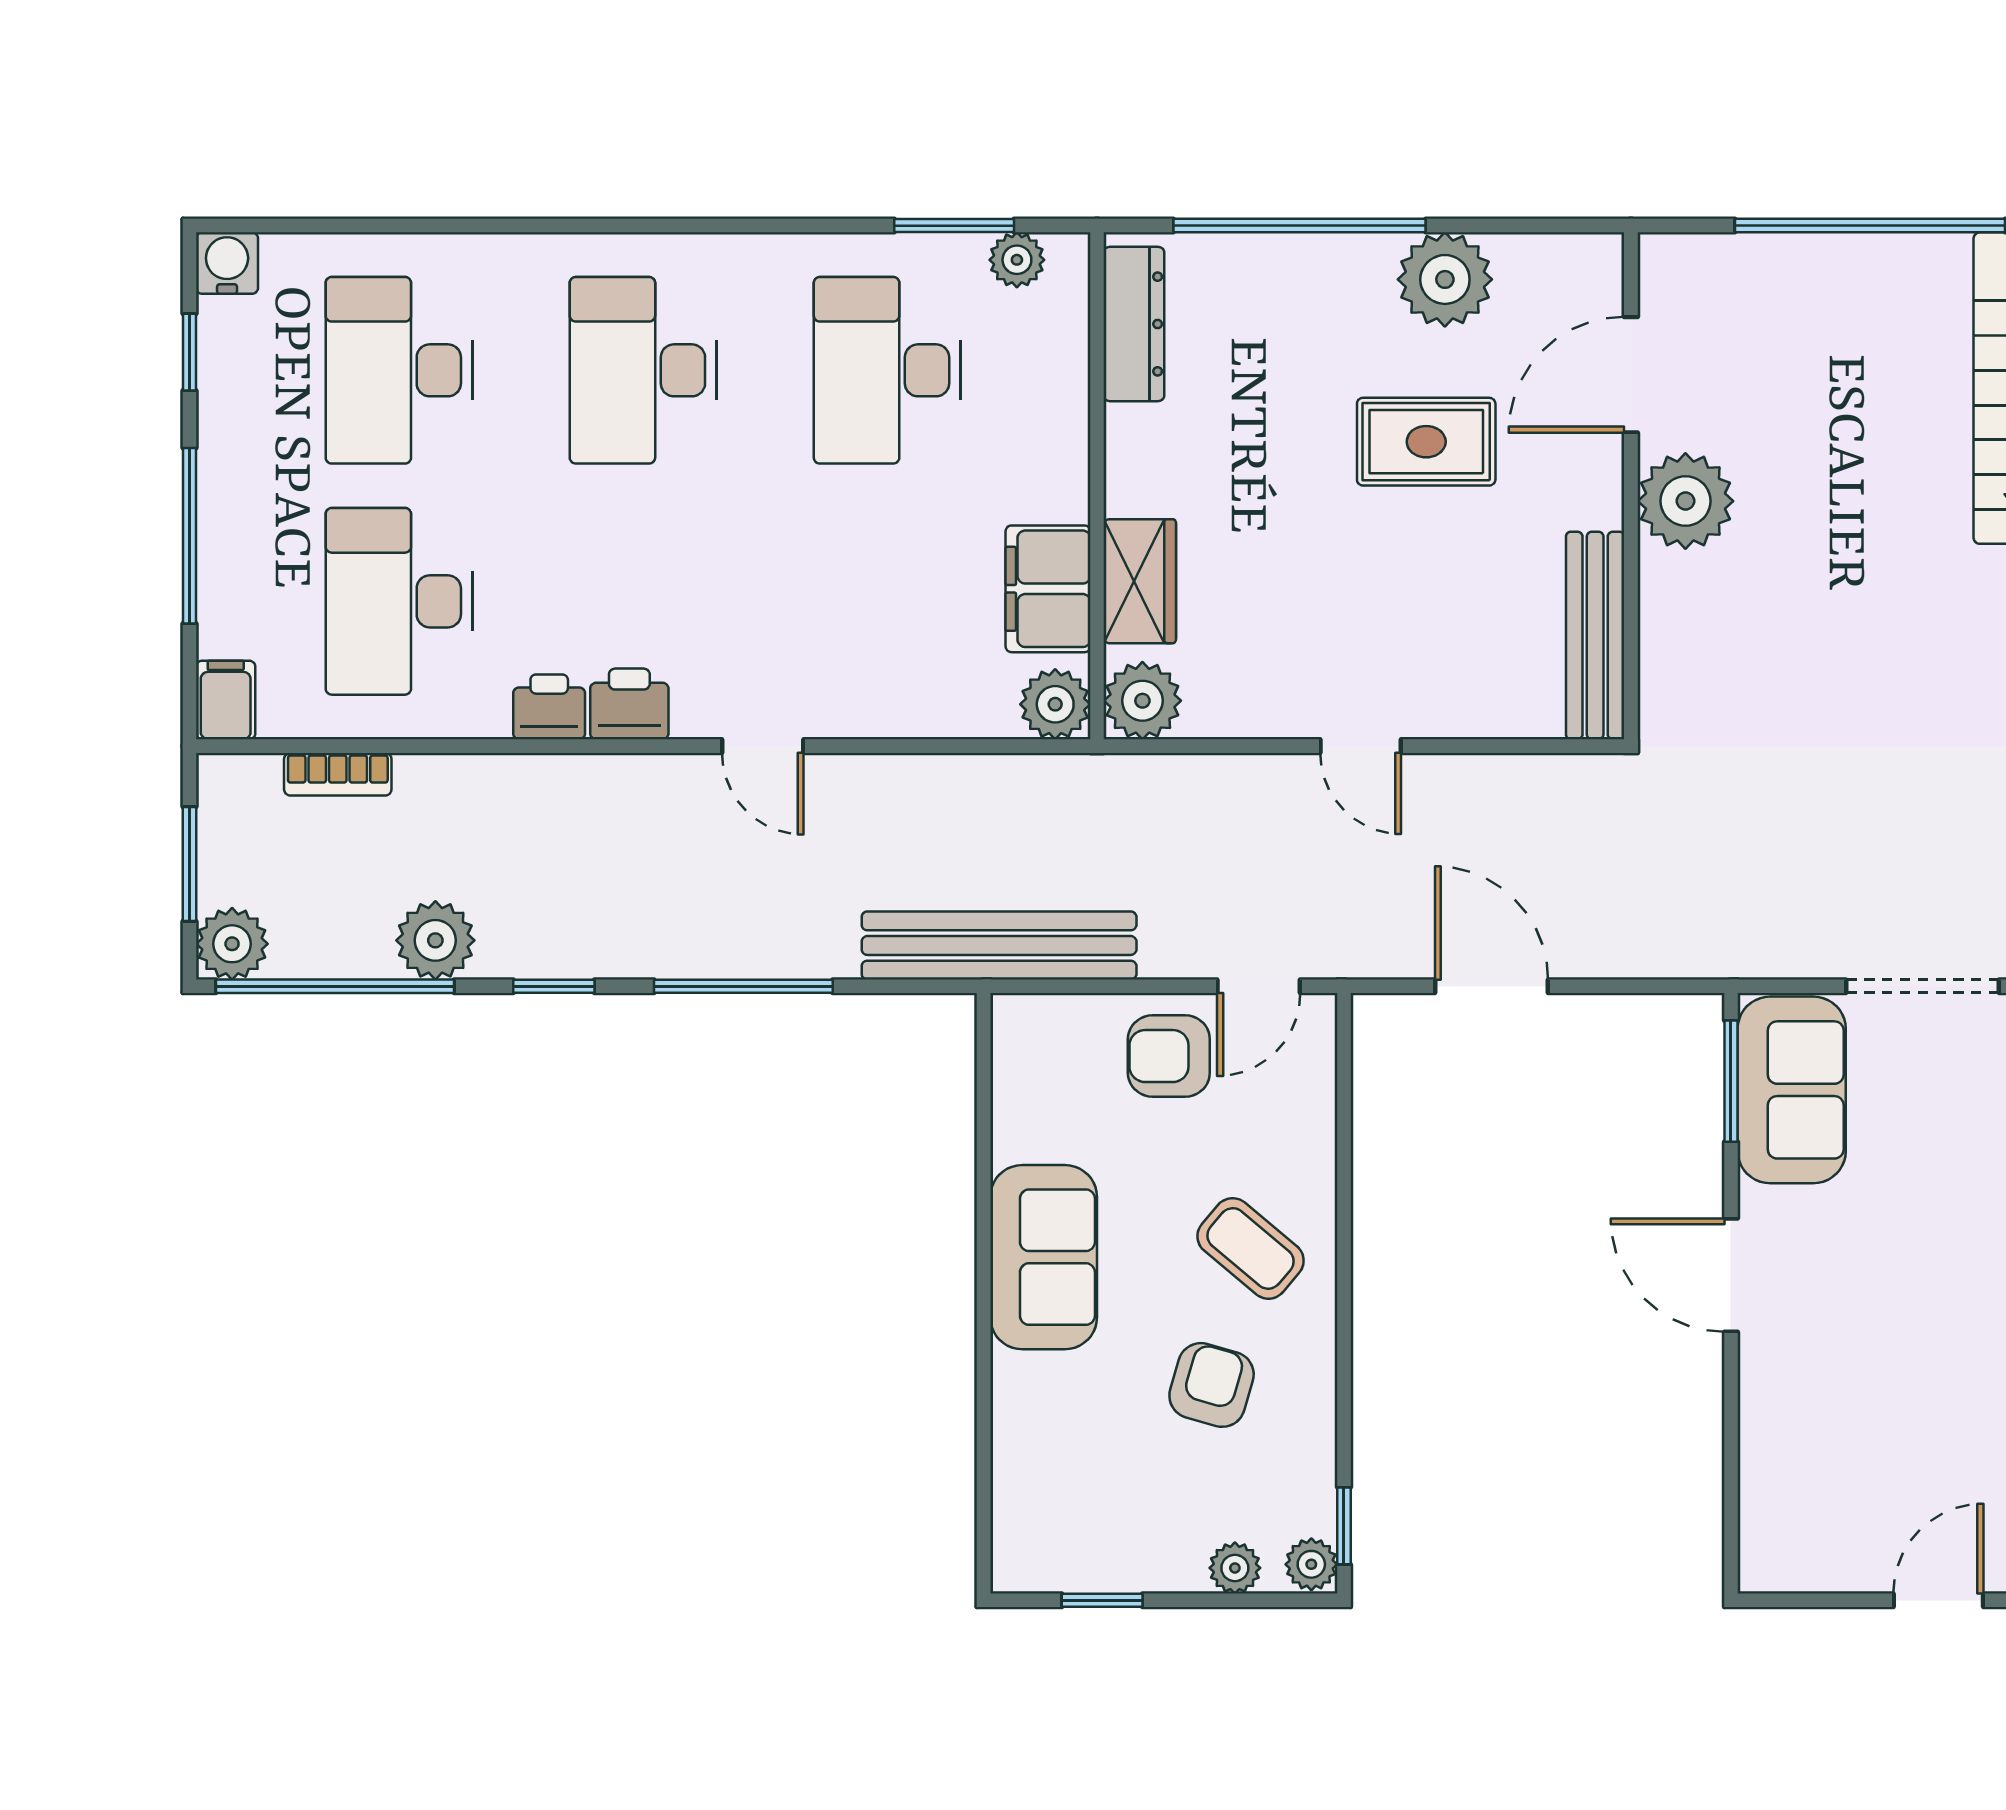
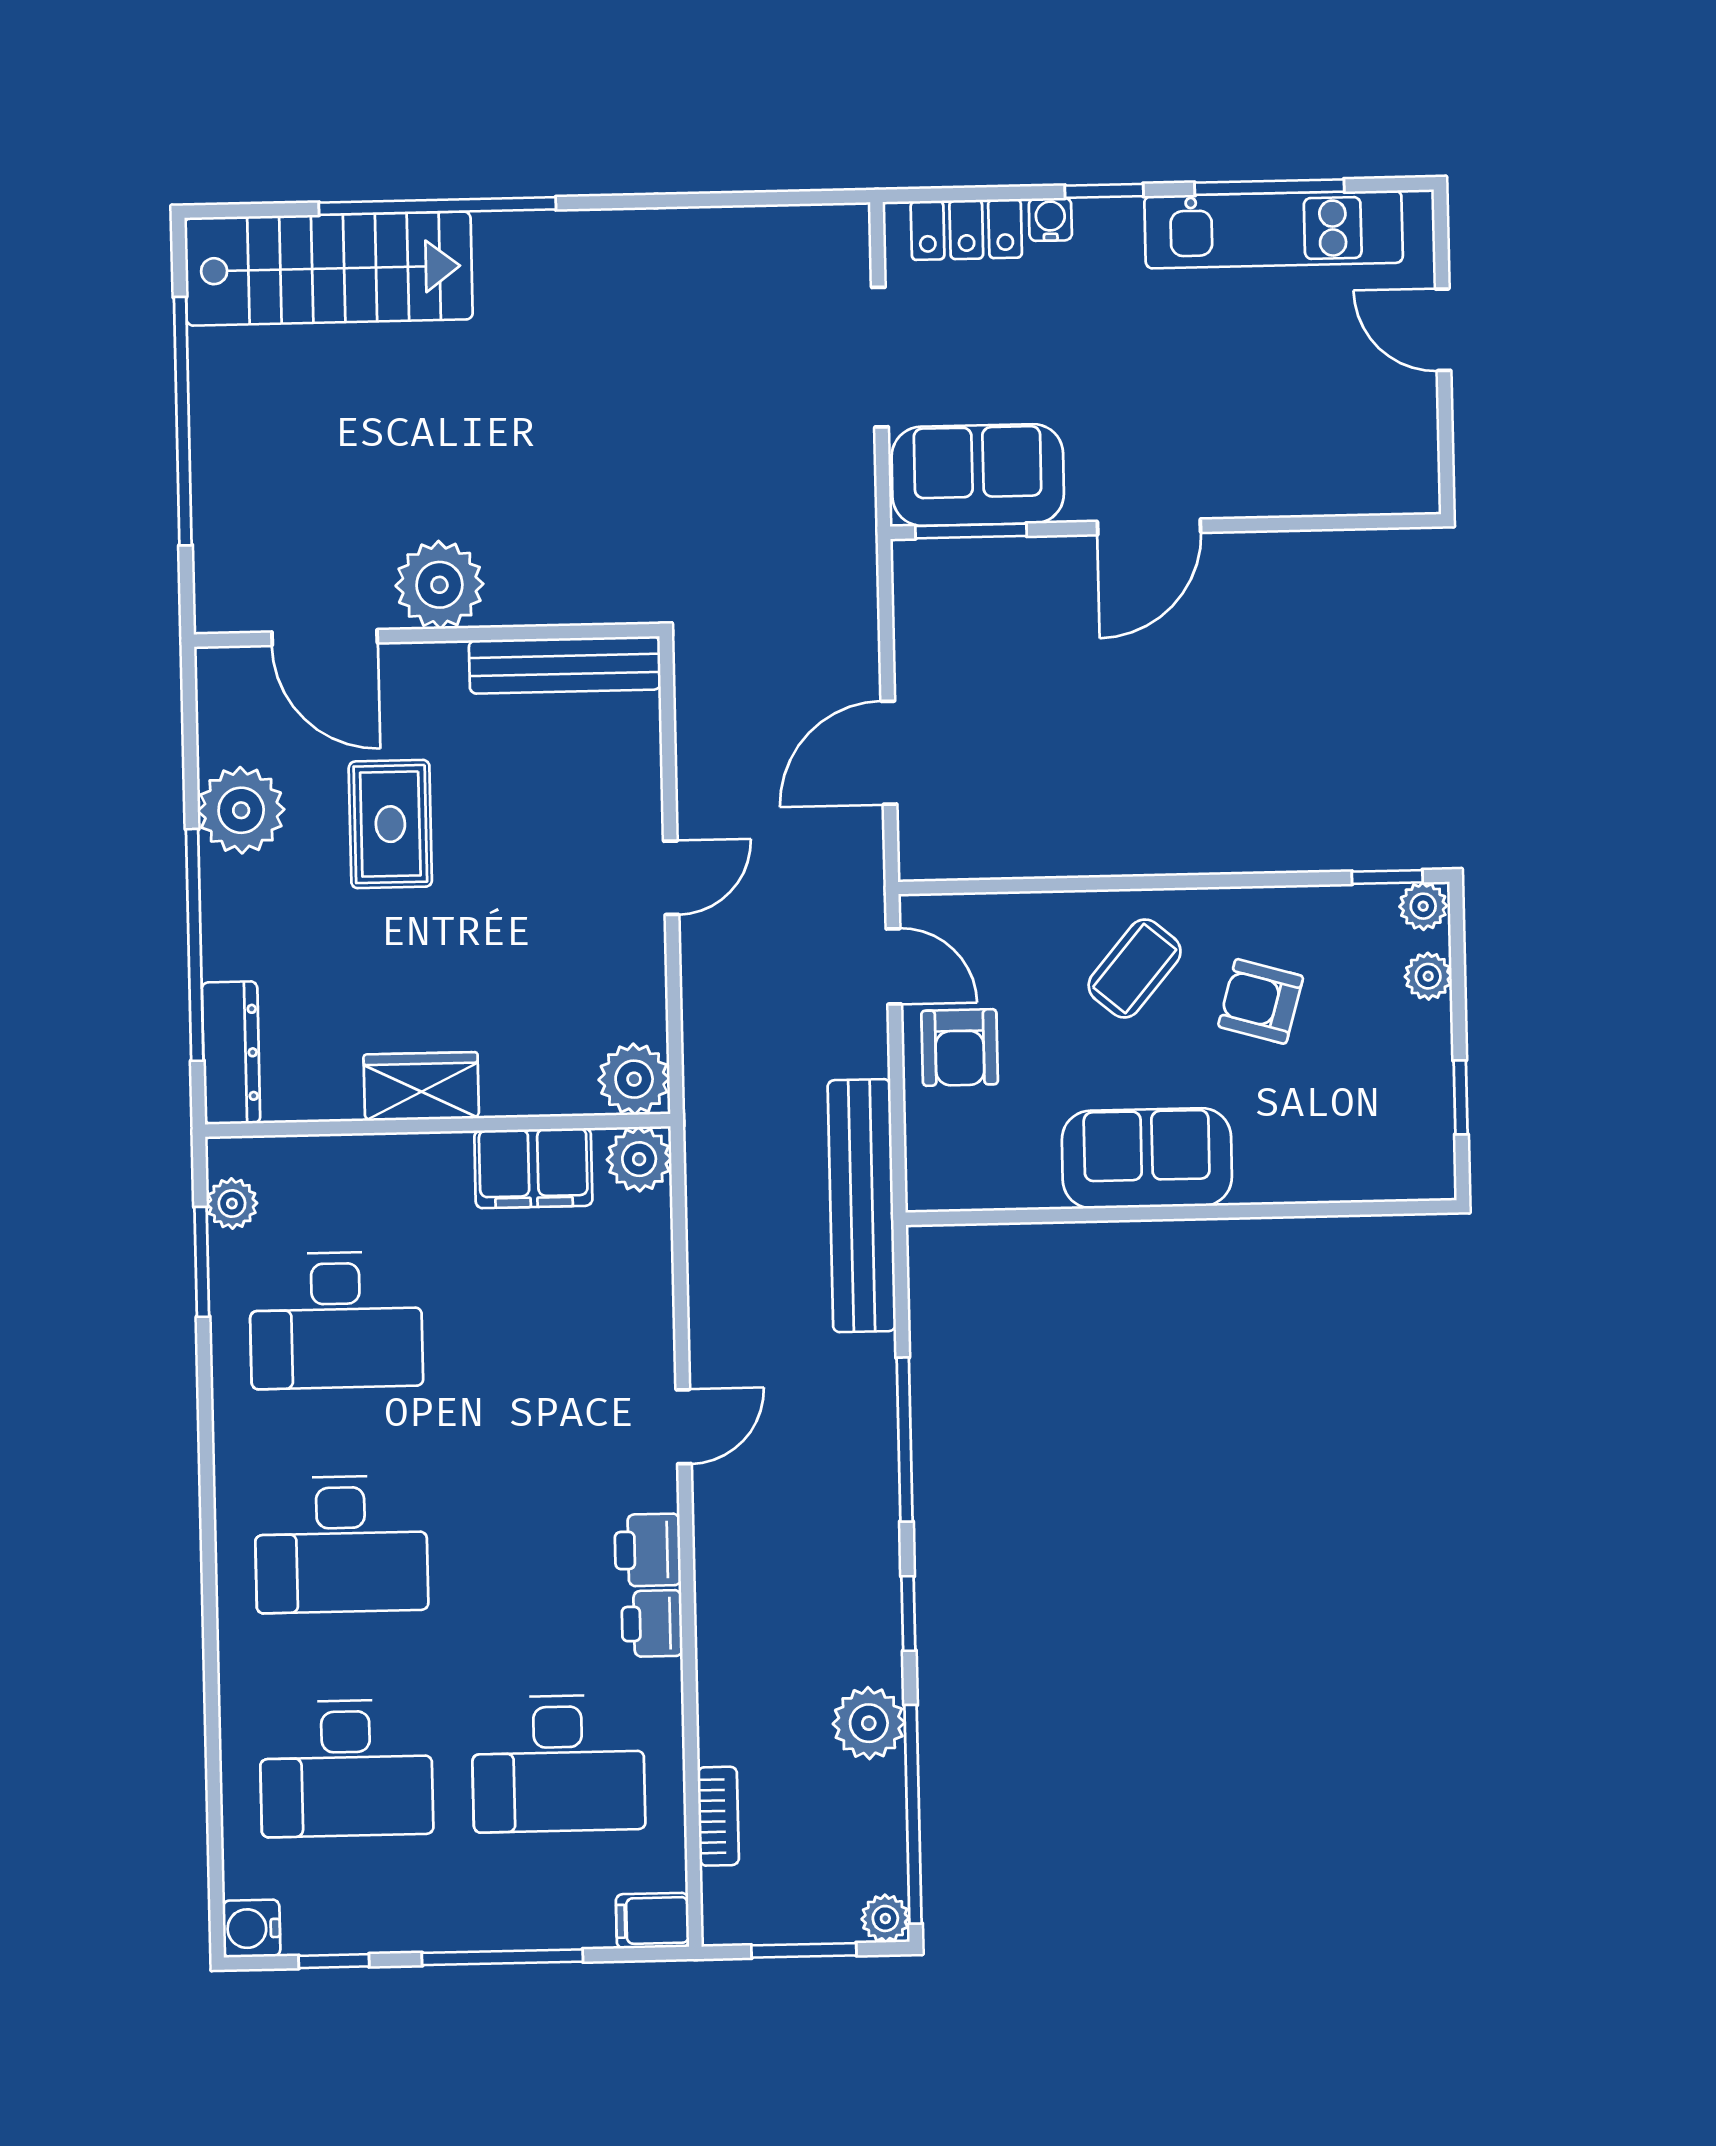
dresser: (1134, 324) -> (231, 1053), moved, turned 90
wardrobe: (1140, 581) -> (421, 1086), moved
plant: (232, 944) -> (885, 1918), width x0.73, depth x0.73

